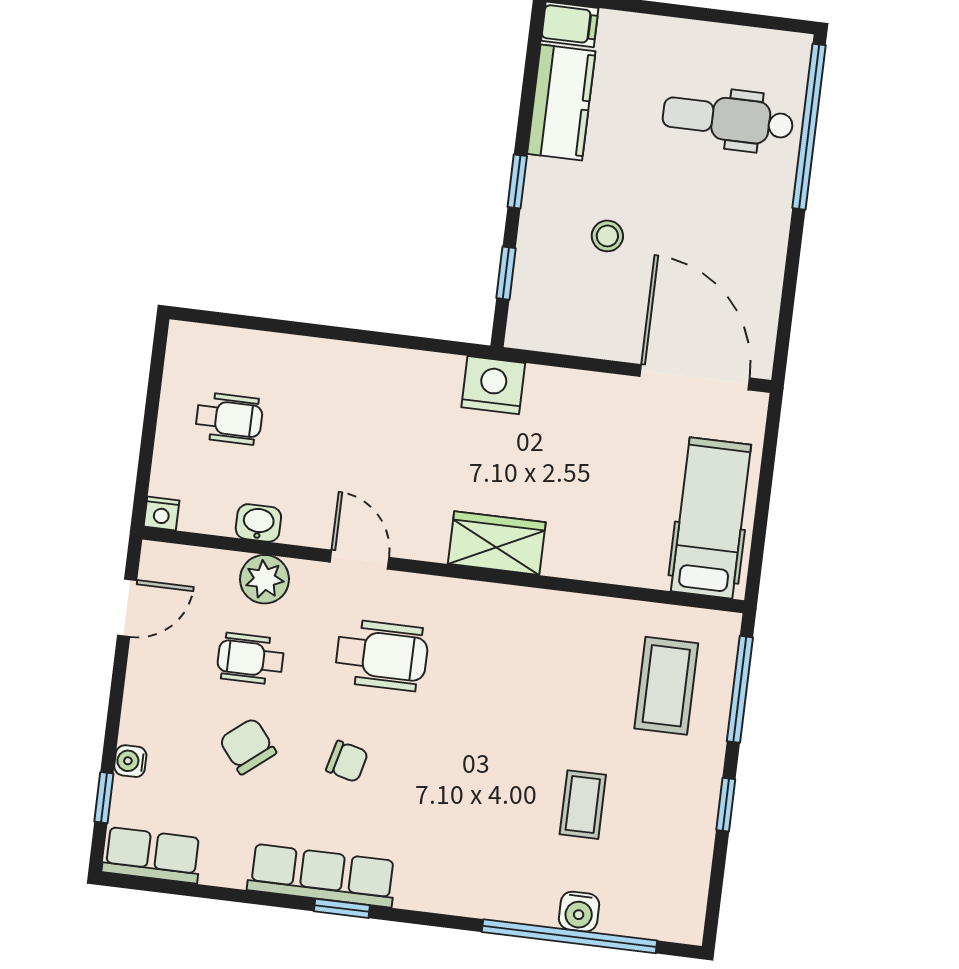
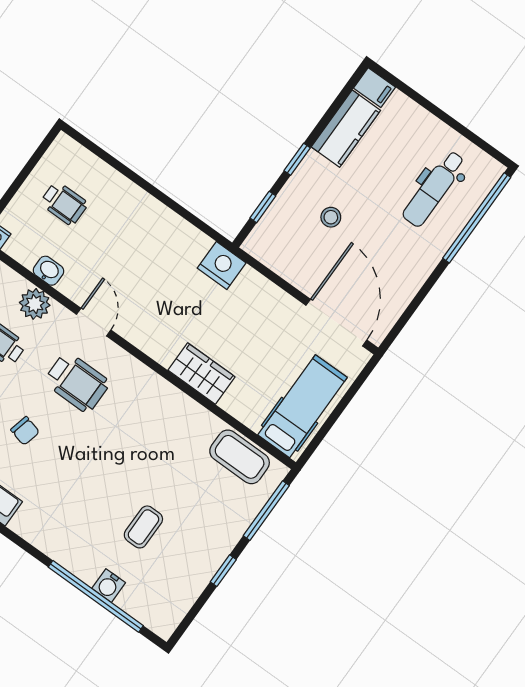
dental chair: (728, 119) -> (434, 189), turned -90
wardrobe: (497, 543) -> (201, 374), moved
coffee table: (666, 686) -> (240, 457), moved, turned 90

